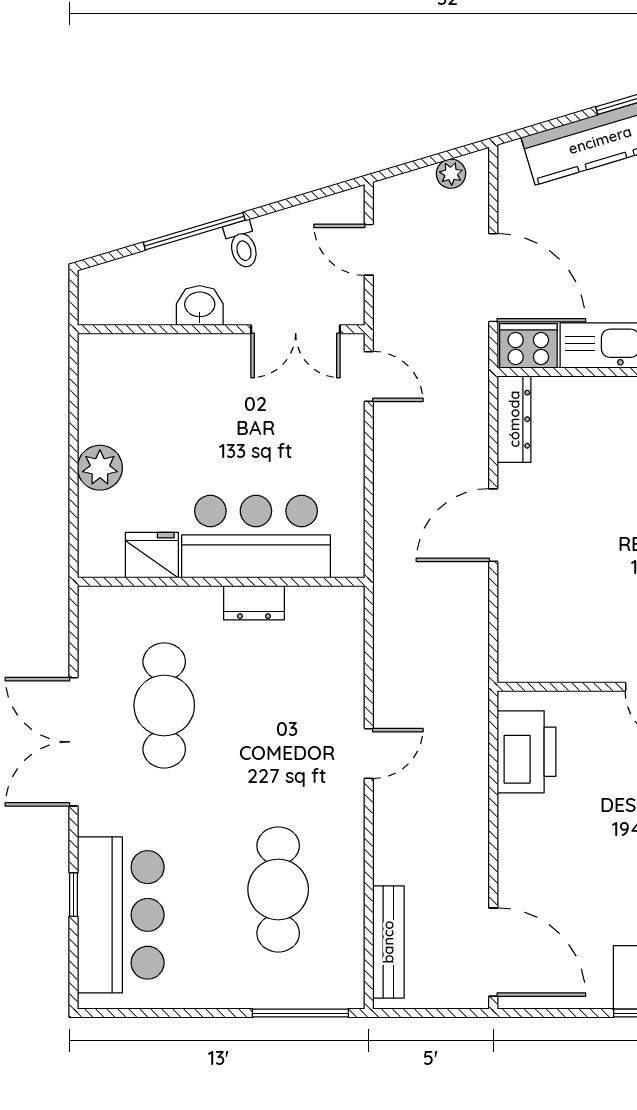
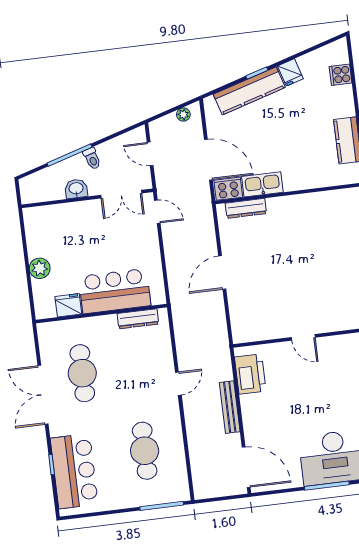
dresser: (514, 419) -> (246, 208), moved, turned 90
dresser: (254, 603) -> (138, 319), moved, width x1.44
bench: (388, 942) -> (230, 407), moved

